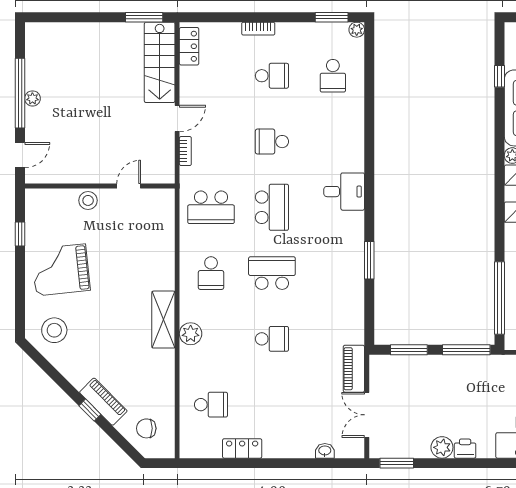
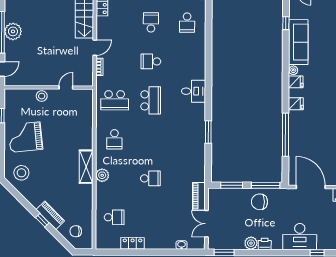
school desk: (272, 76) -> (151, 22), turned -90
plant: (32, 98) -> (13, 31), width x1.88, depth x1.88
school desk: (272, 273) -> (151, 139), removed
window: (500, 298) -> (285, 135), moved
chair: (456, 378) -> (259, 202), added

